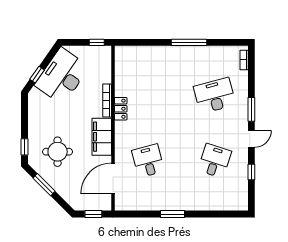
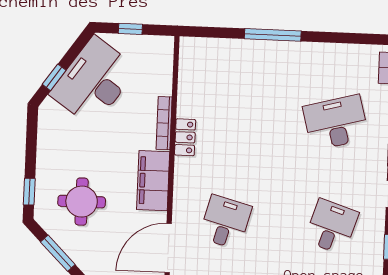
window: (97, 42) -> (130, 29), moved
window: (189, 42) -> (273, 35), moved
desk: (148, 161) -> (225, 222), turned 30

